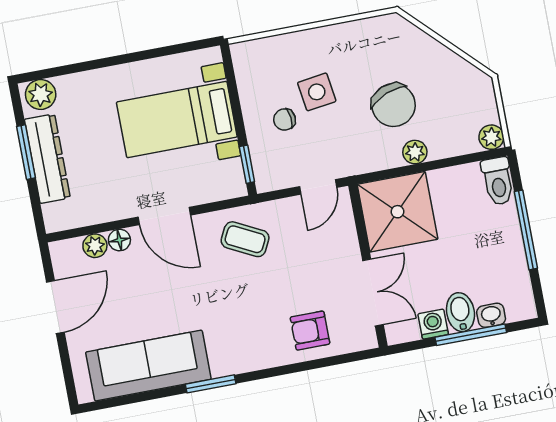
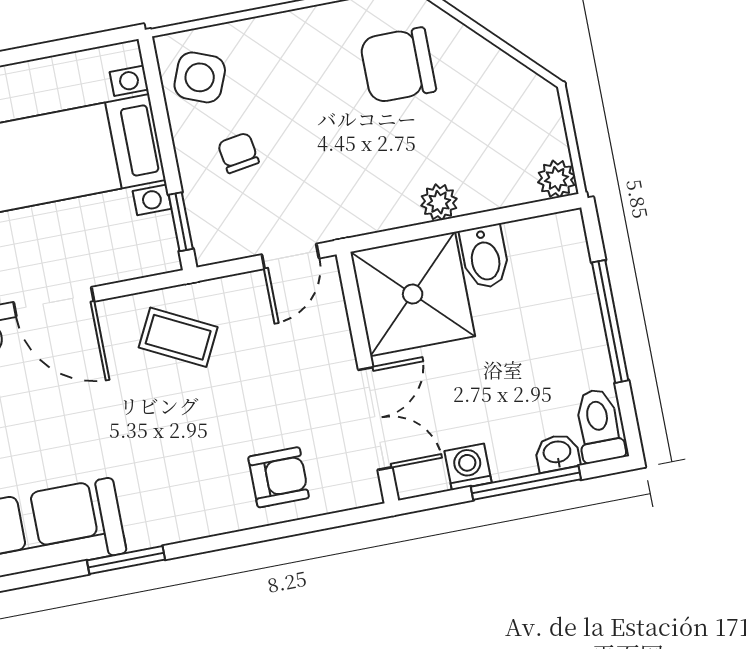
side table: (317, 92) -> (200, 77), moved, turned 30
chair: (394, 105) -> (398, 65), moved, turned 112
chair: (285, 119) -> (238, 153), turned 87
toilet: (498, 181) -> (599, 426), moved, turned 180
bidet: (460, 312) -> (485, 257), moved, turned 180
armchair: (310, 331) -> (279, 477), turned 180

